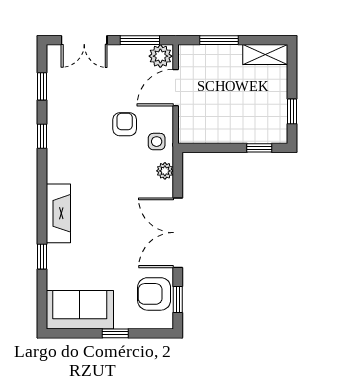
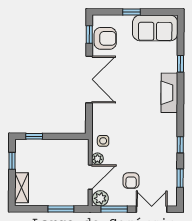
shelving: (265, 55) -> (22, 188), moved, turned 90
armchair: (125, 124) -> (131, 181), moved
plant: (165, 171) -> (97, 159), moved

